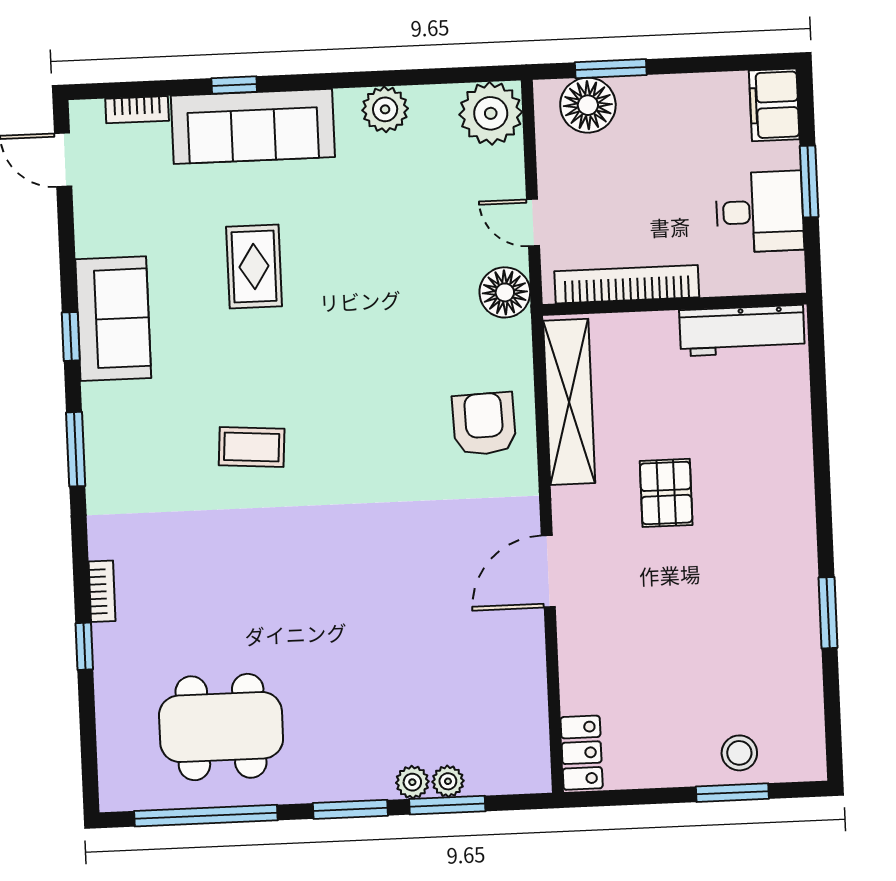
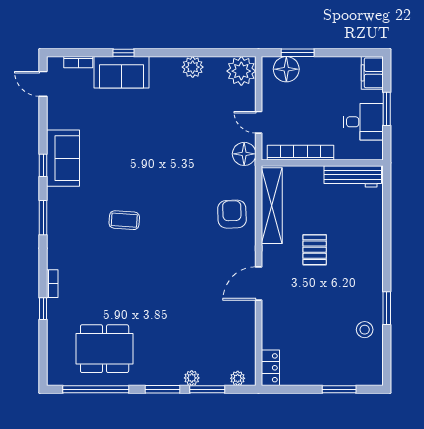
sofa: (253, 126) -> (121, 72), width x0.73
rug: (254, 267) -> (129, 137), removed
stool: (739, 753) -> (365, 330), moved
plant: (448, 781) -> (238, 378), moved

